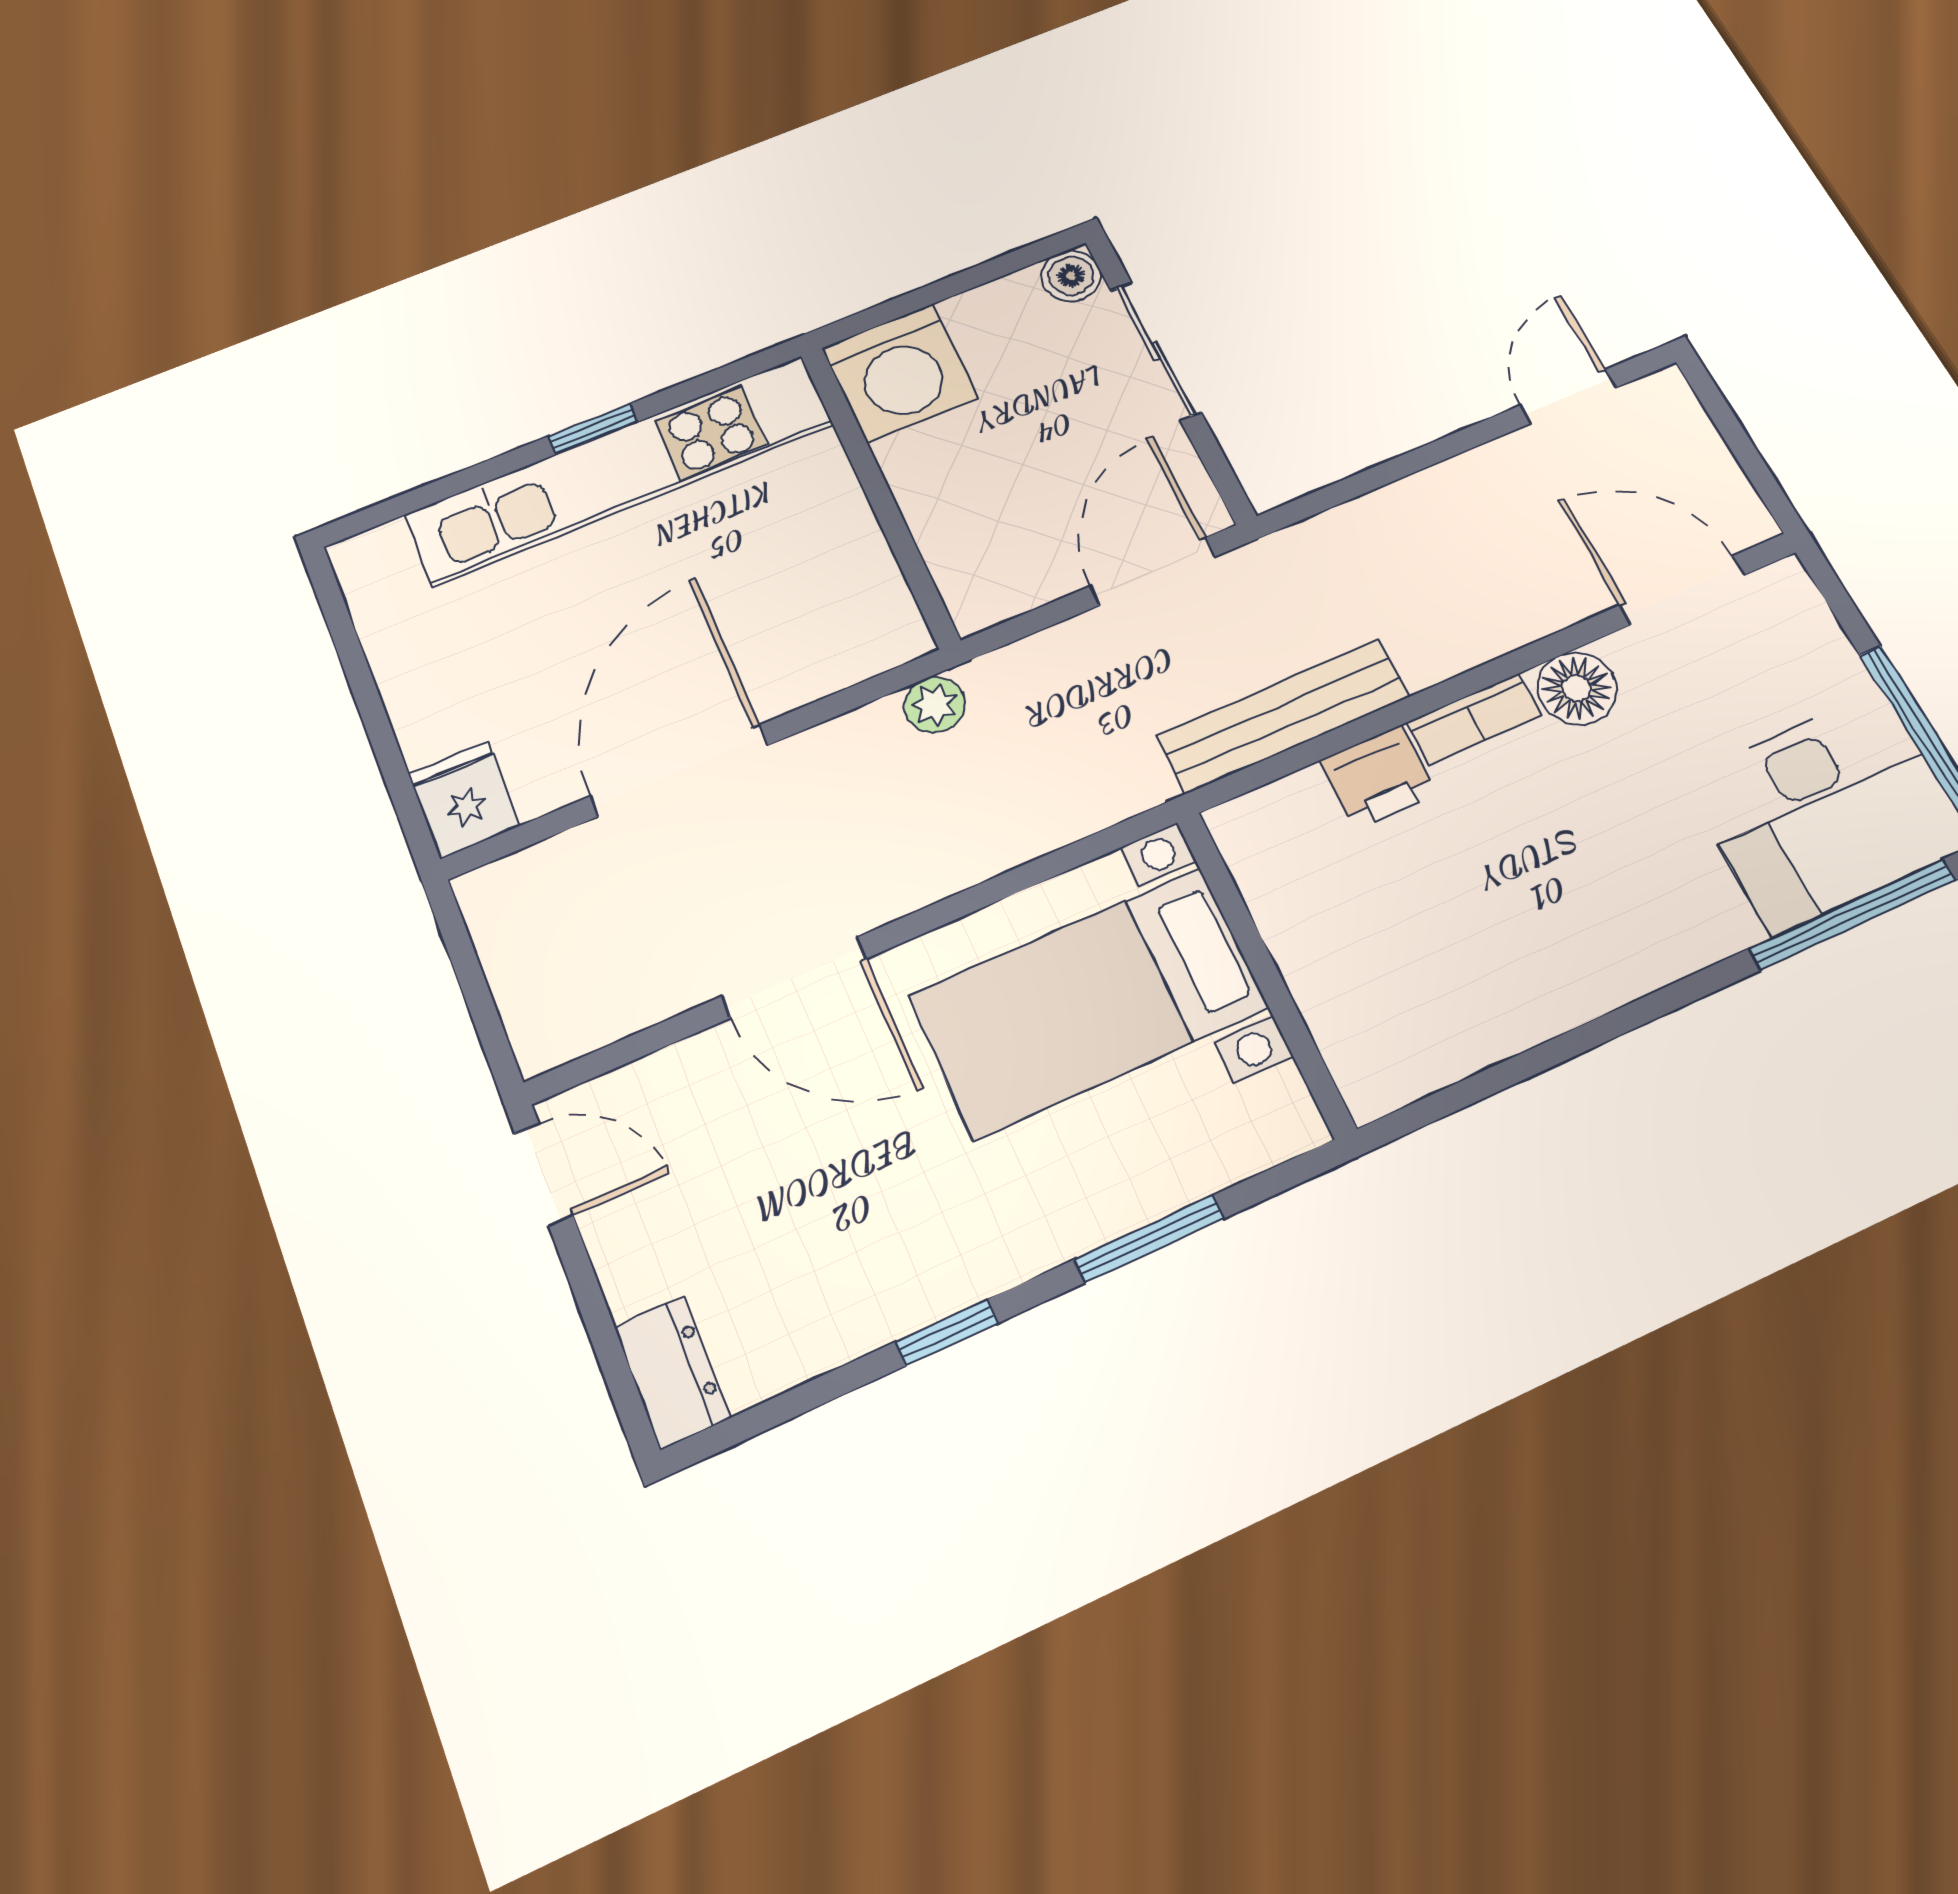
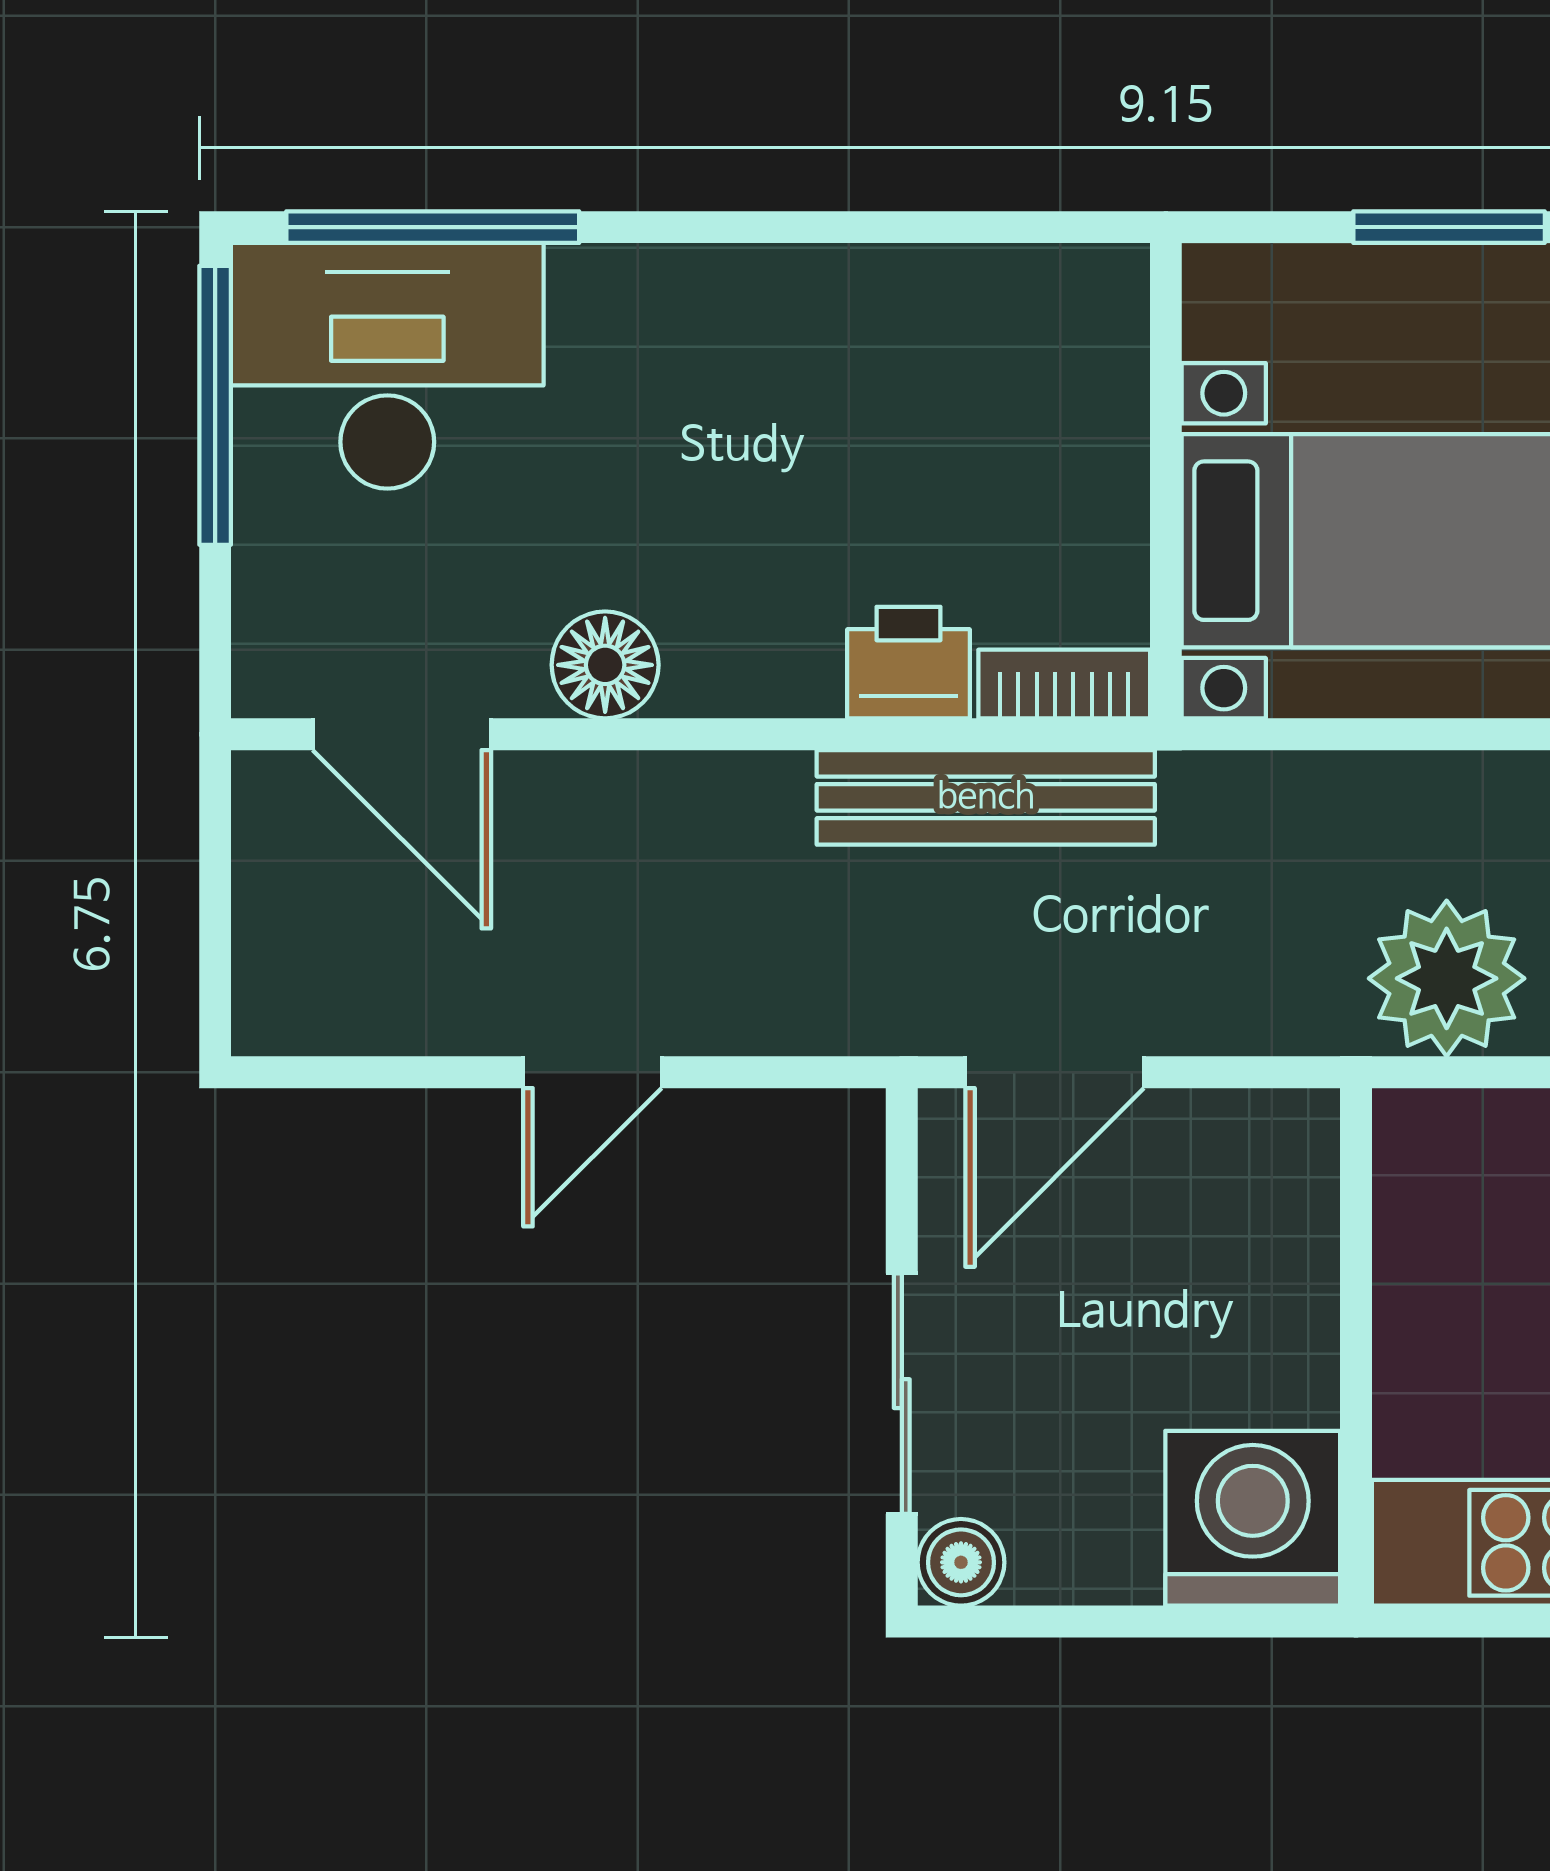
door: (1568, 396) -> (592, 1072), moved
plant: (935, 705) -> (1447, 978), width x1.87, depth x1.87
bookcase: (1474, 719) -> (1064, 684), moved

